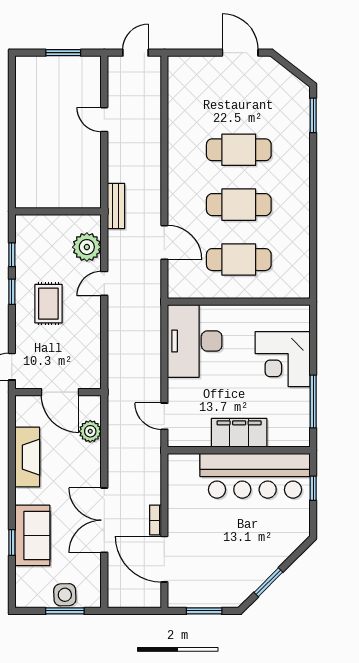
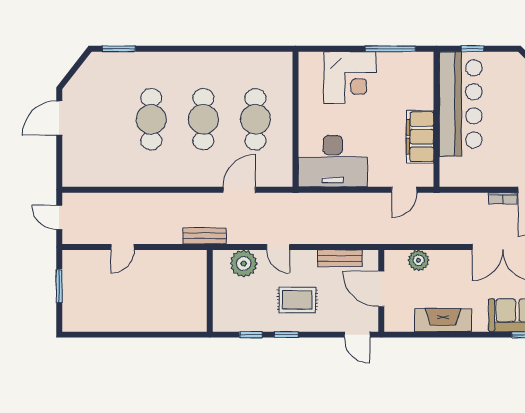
bench: (92, 349) -> (340, 258), added
door: (60, 392) -> (381, 289), swing flipped
filing cabinet: (239, 433) -> (420, 137), moved

